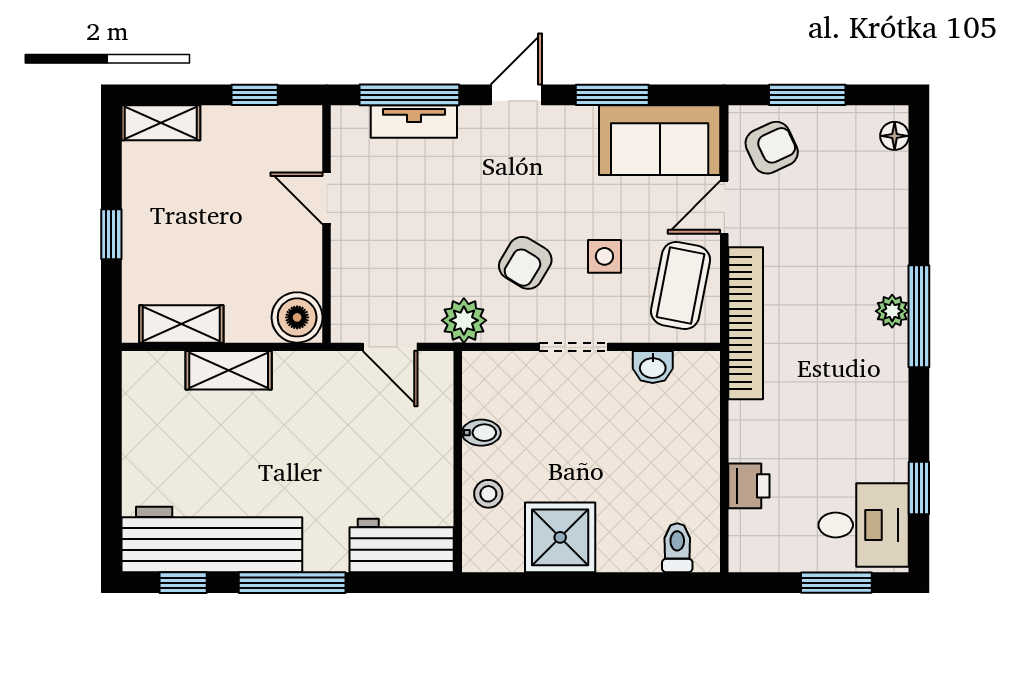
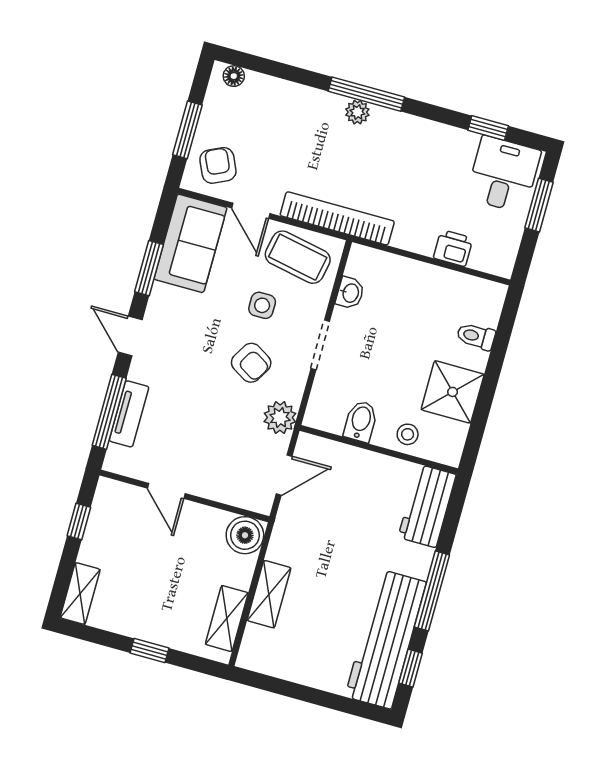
door: (327, 198) -> (166, 491), hinge flipped
bidet: (481, 433) -> (361, 421), width x1.38, depth x1.36
toilet: (677, 548) -> (476, 336), moved

